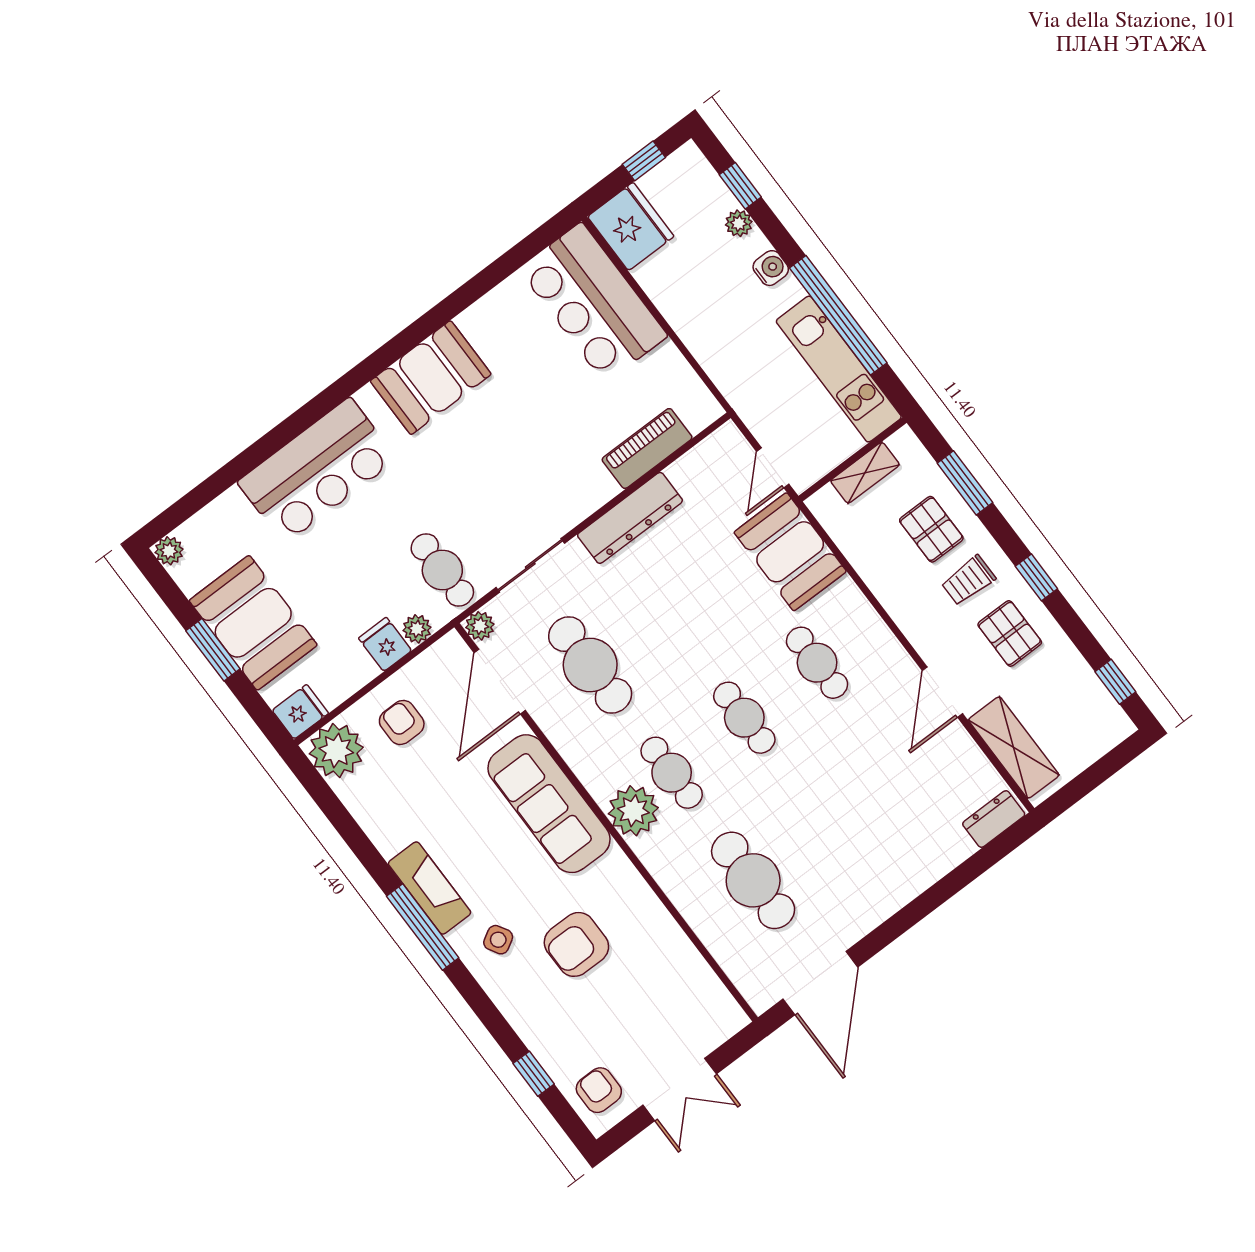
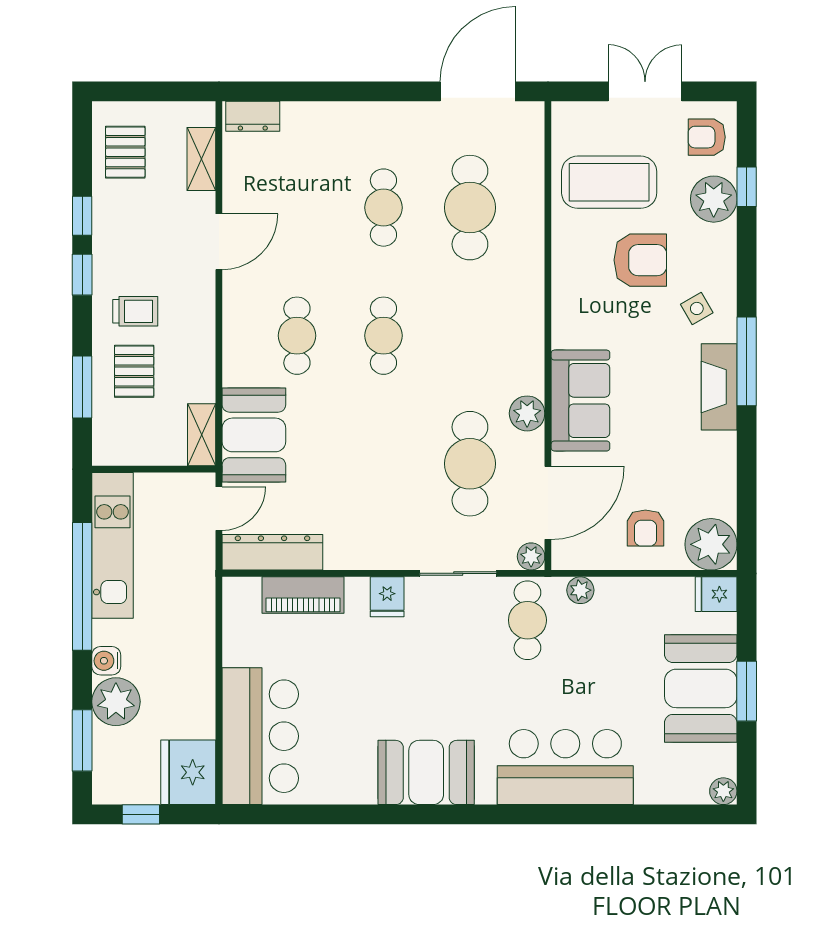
window: (740, 186) -> (82, 740), width x1.50
plant: (739, 223) -> (116, 702), width x1.88, depth x1.88
shelving: (865, 473) -> (202, 435), moved, turned 90
dresser: (630, 518) -> (272, 552), moved
pallet: (1010, 633) -> (125, 152), moved
fridge: (385, 644) -> (387, 597), moved
window: (1115, 682) -> (82, 216), moved
shelving: (1014, 748) -> (201, 159), width x0.67, depth x0.75
cafe table: (672, 773) -> (383, 208), moved
sofa: (549, 804) -> (580, 401), width x0.73
plant: (633, 811) -> (527, 413), moved, width x0.73, depth x0.73
coffee table: (652, 990) -> (609, 182), added
plant: (553, 1042) -> (714, 199), added
armchair: (599, 1090) -> (707, 137), turned 90

